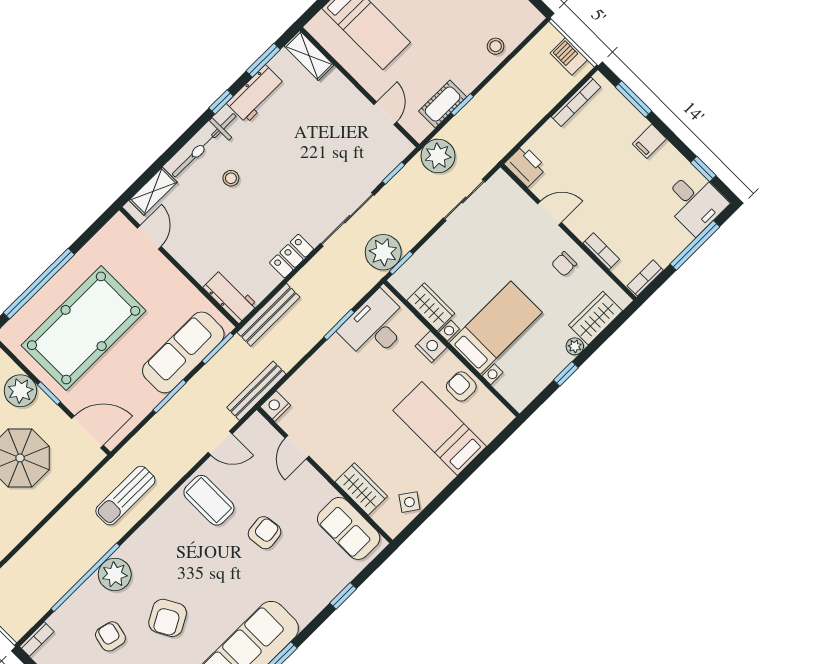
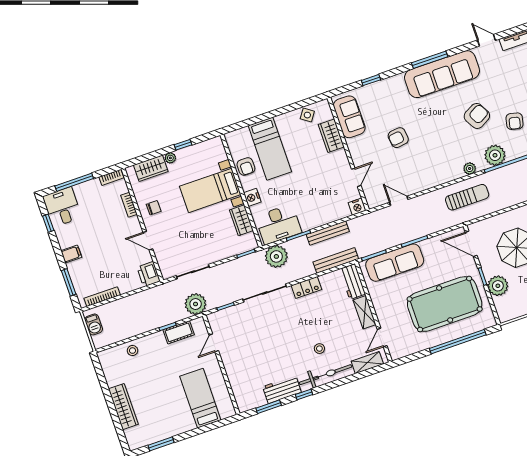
shelving: (309, 55) -> (365, 312), moved
plant: (383, 252) -> (276, 256), moved
bench: (256, 391) -> (328, 233), moved
coffee table: (209, 500) -> (421, 171), removed
plant: (142, 538) -> (470, 169), added

